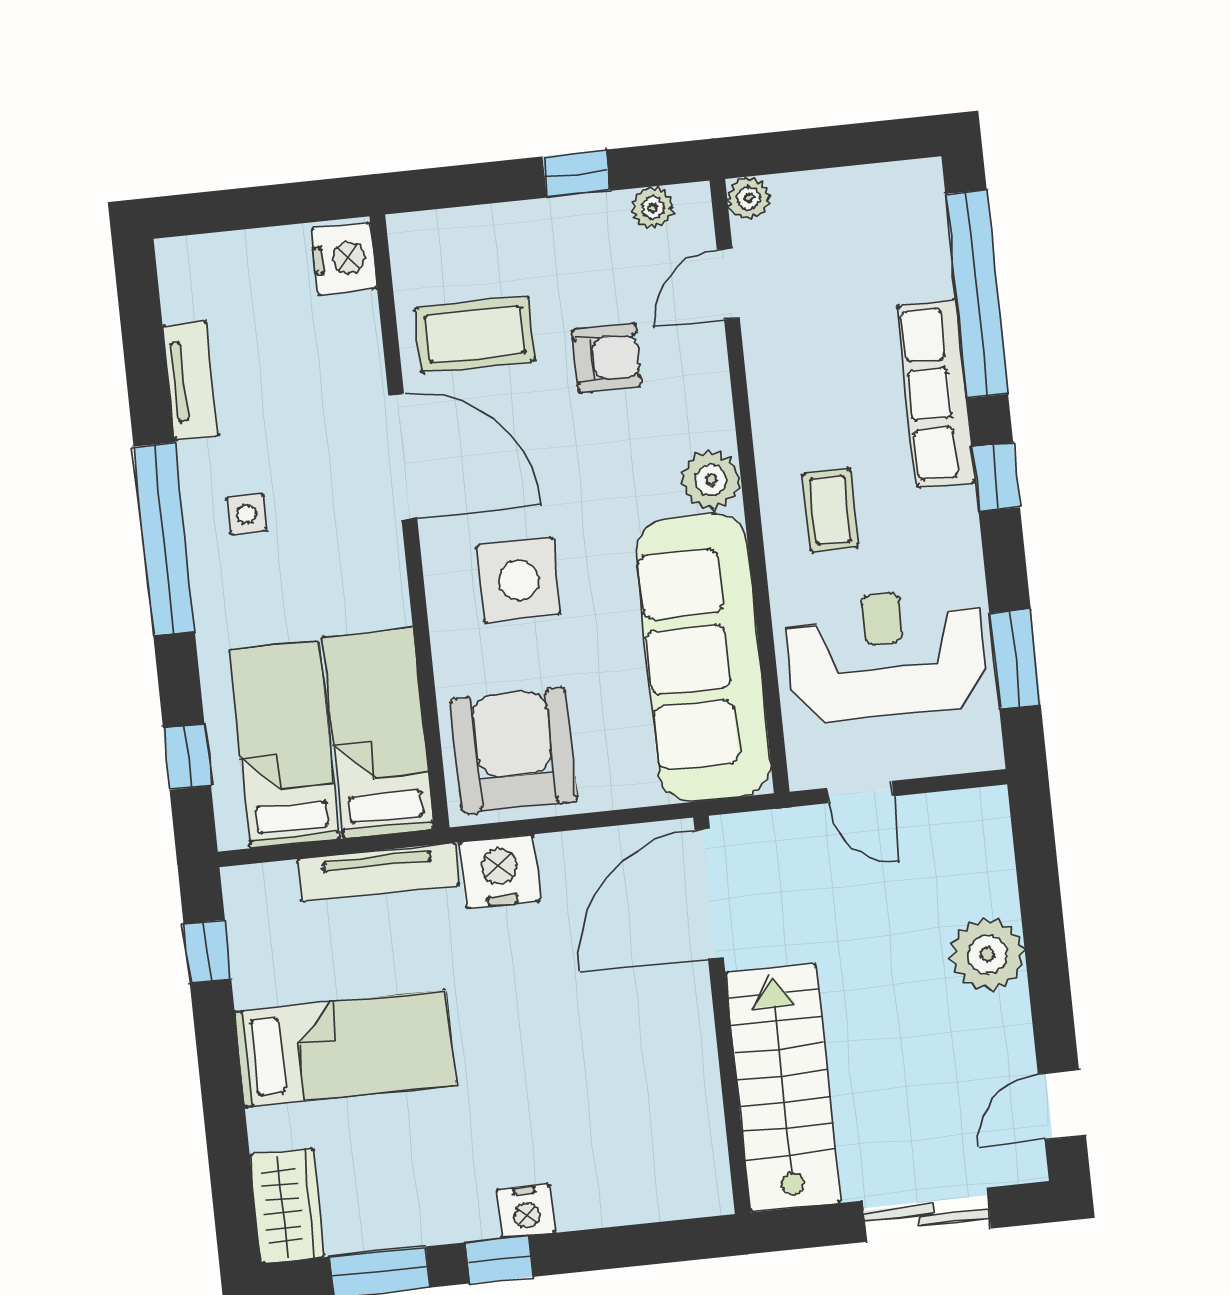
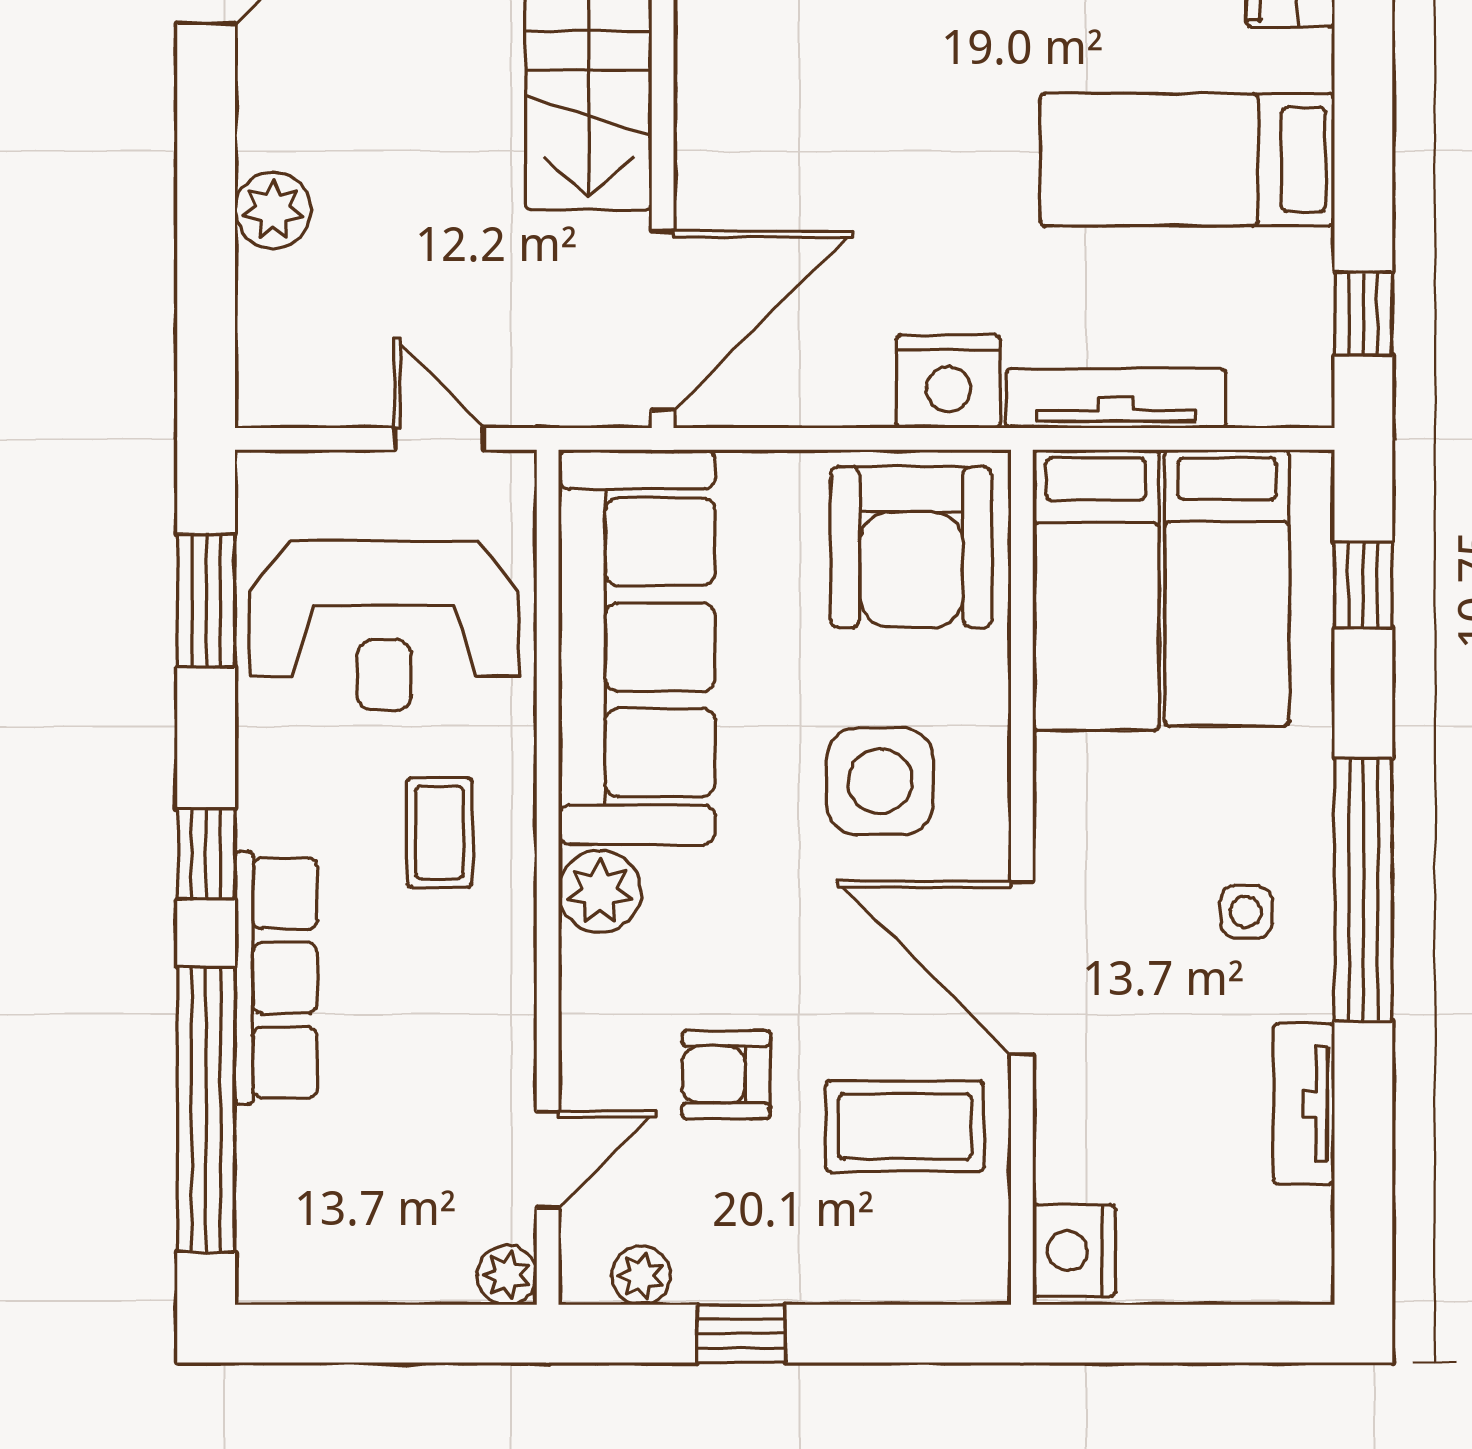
plant: (988, 954) -> (273, 210), width x0.73, depth x0.73

